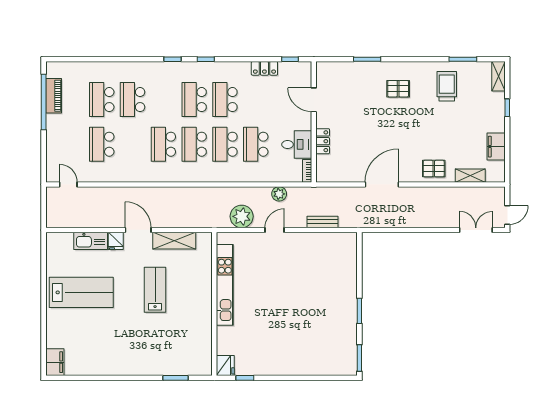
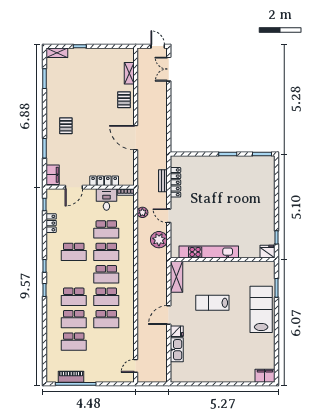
trolley: (447, 86) -> (64, 90), removed
school desk: (194, 100) -> (74, 297), moved
locker: (323, 141) -> (104, 181), width x1.53
school desk: (102, 144) -> (106, 319), moved
filing cabinet: (496, 147) -> (53, 175), moved, turned -90
locker: (320, 239) -> (175, 182), added
shelving: (174, 241) -> (177, 277), moved
lab bench: (81, 292) -> (261, 309), moved

